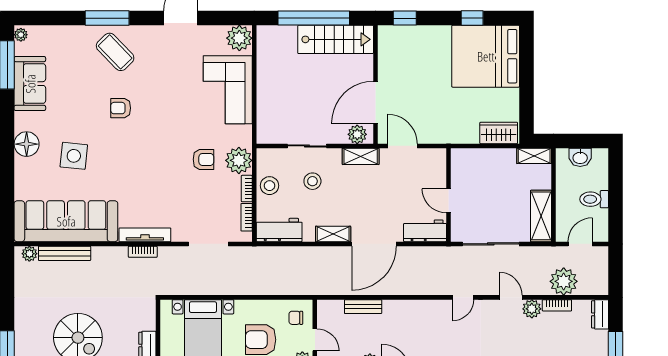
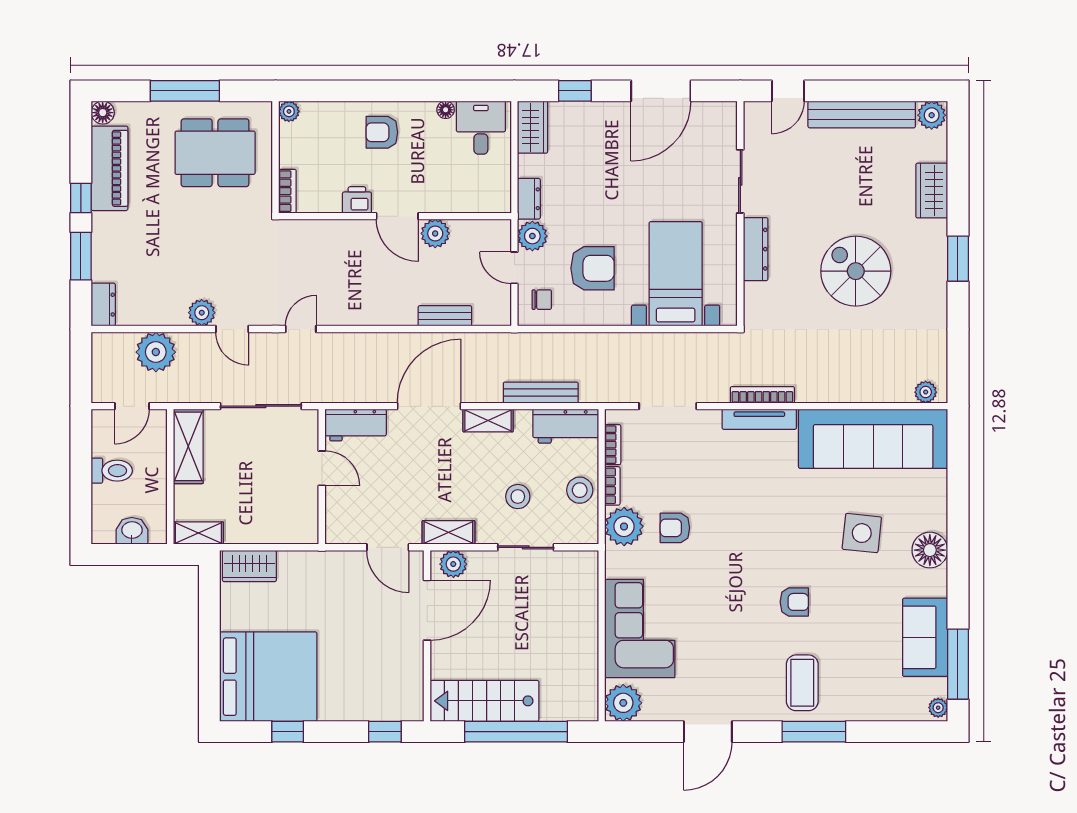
coffee table: (115, 52) -> (802, 683), turned 44
bookcase: (143, 252) -> (762, 395), width x1.56
bench: (65, 253) -> (541, 393), moved
bookcase: (557, 305) -> (165, 318), removed

